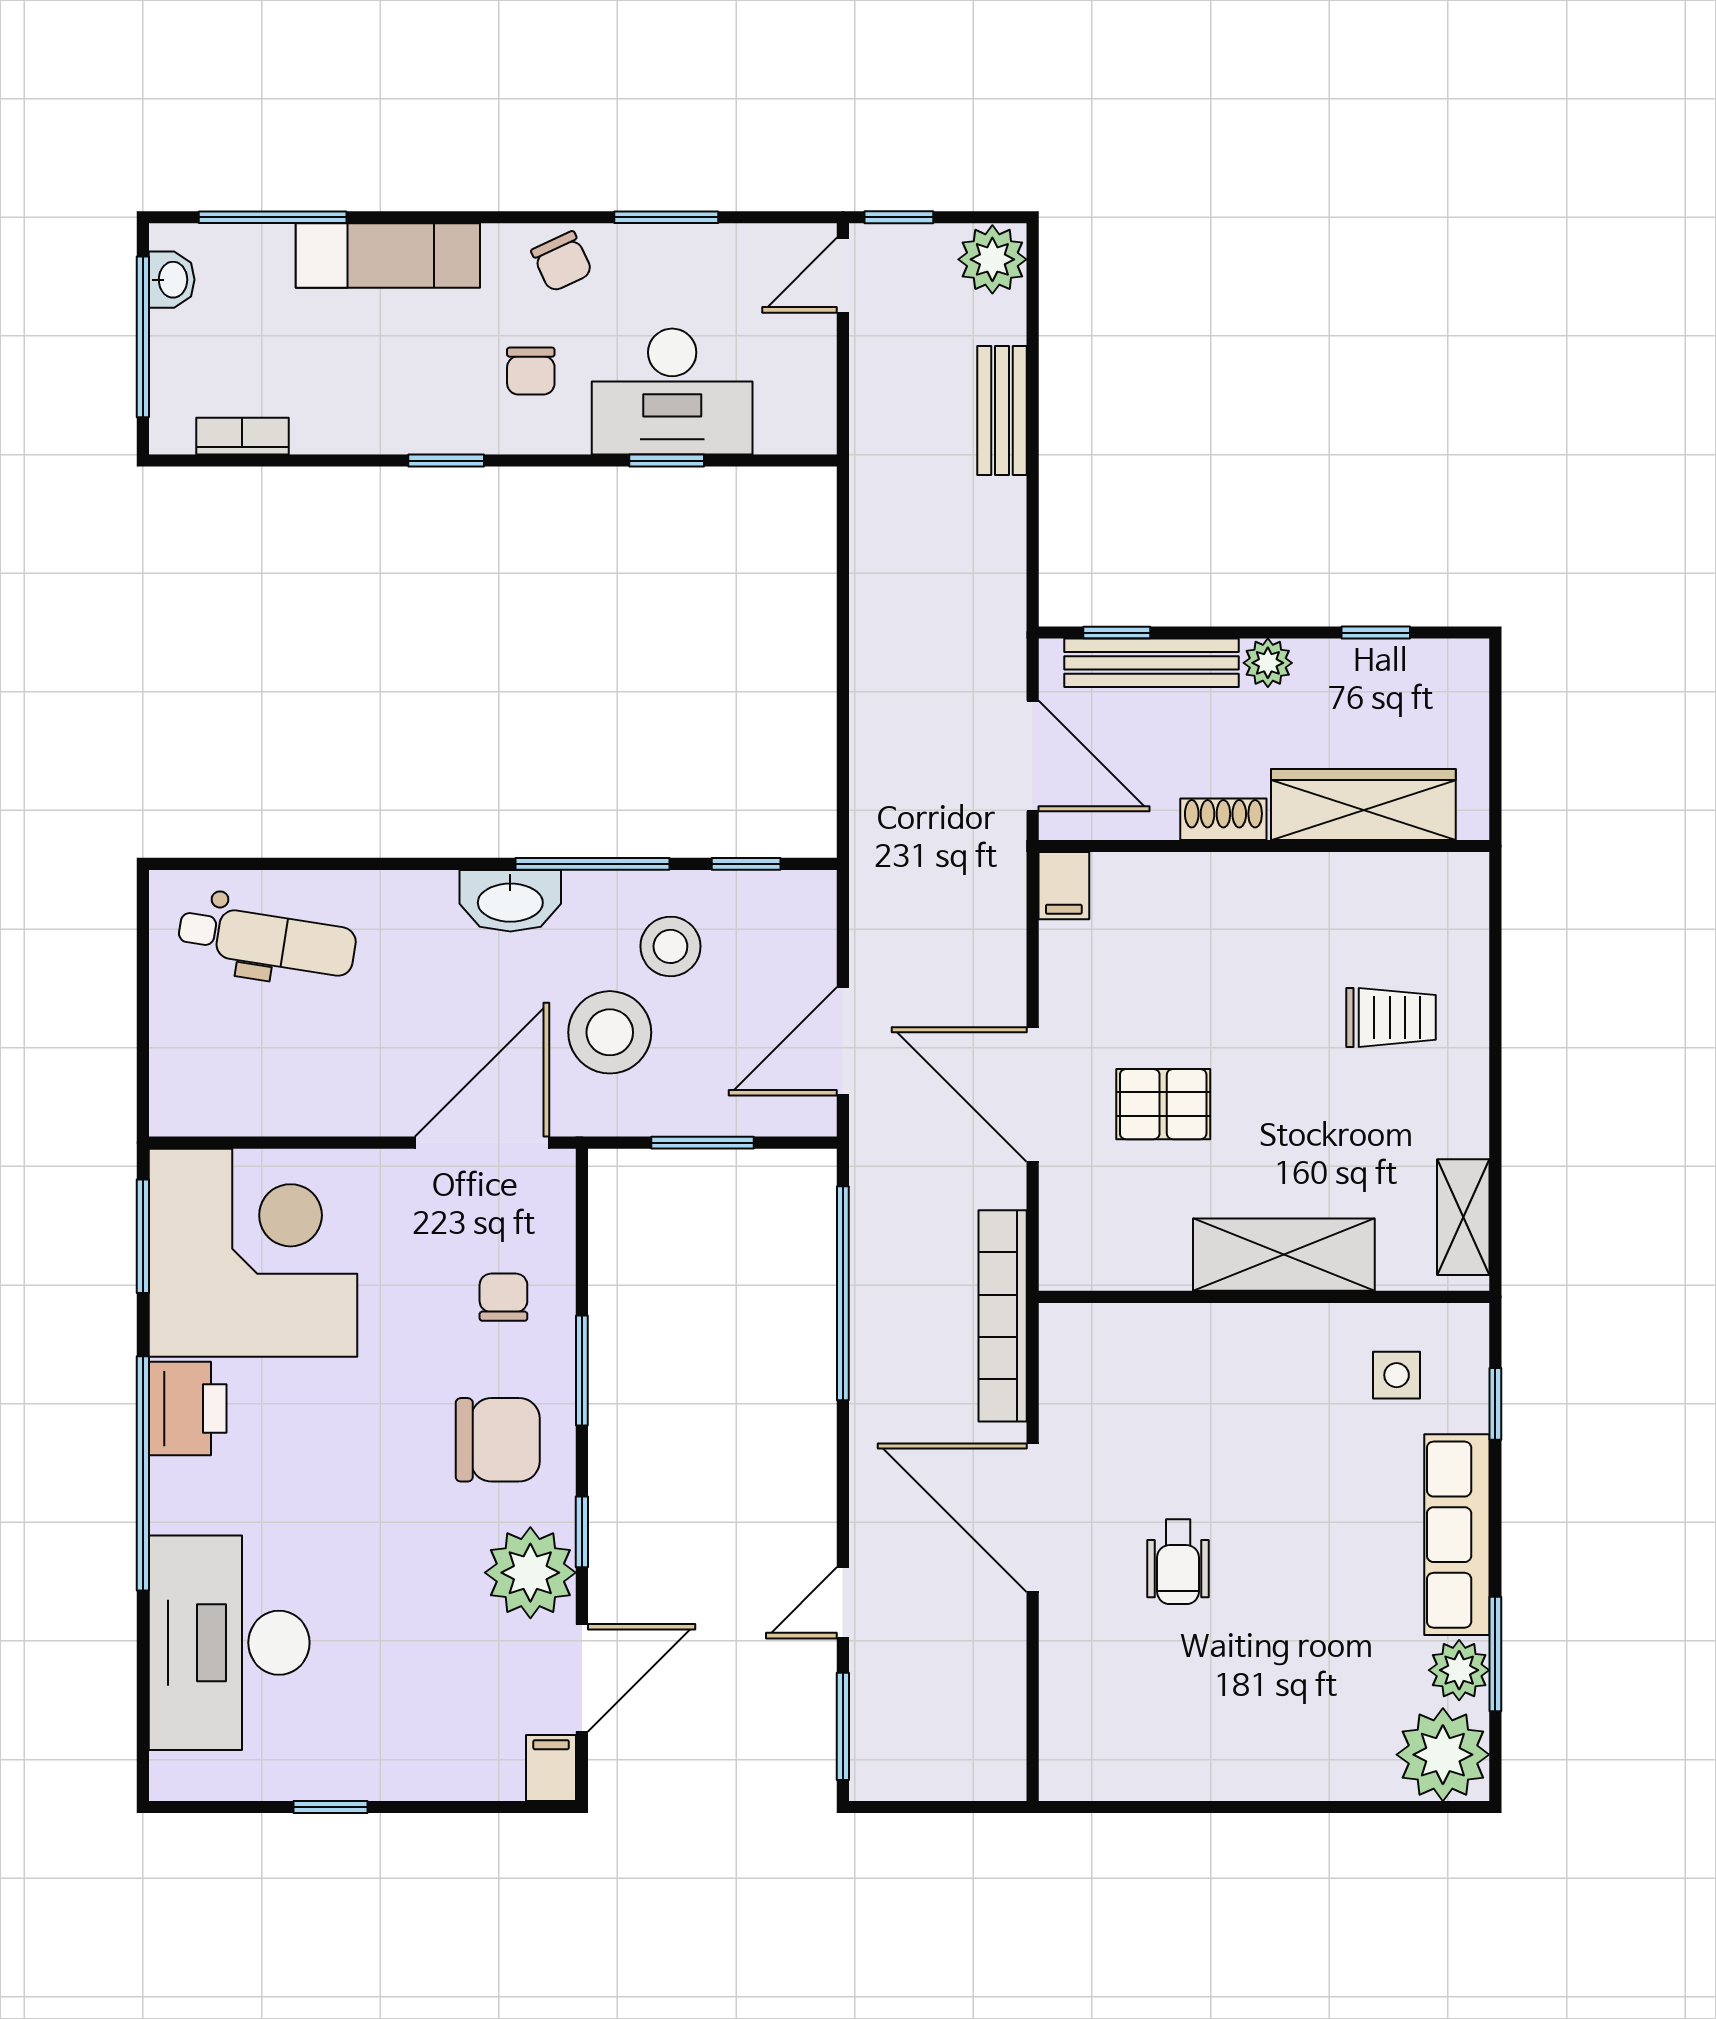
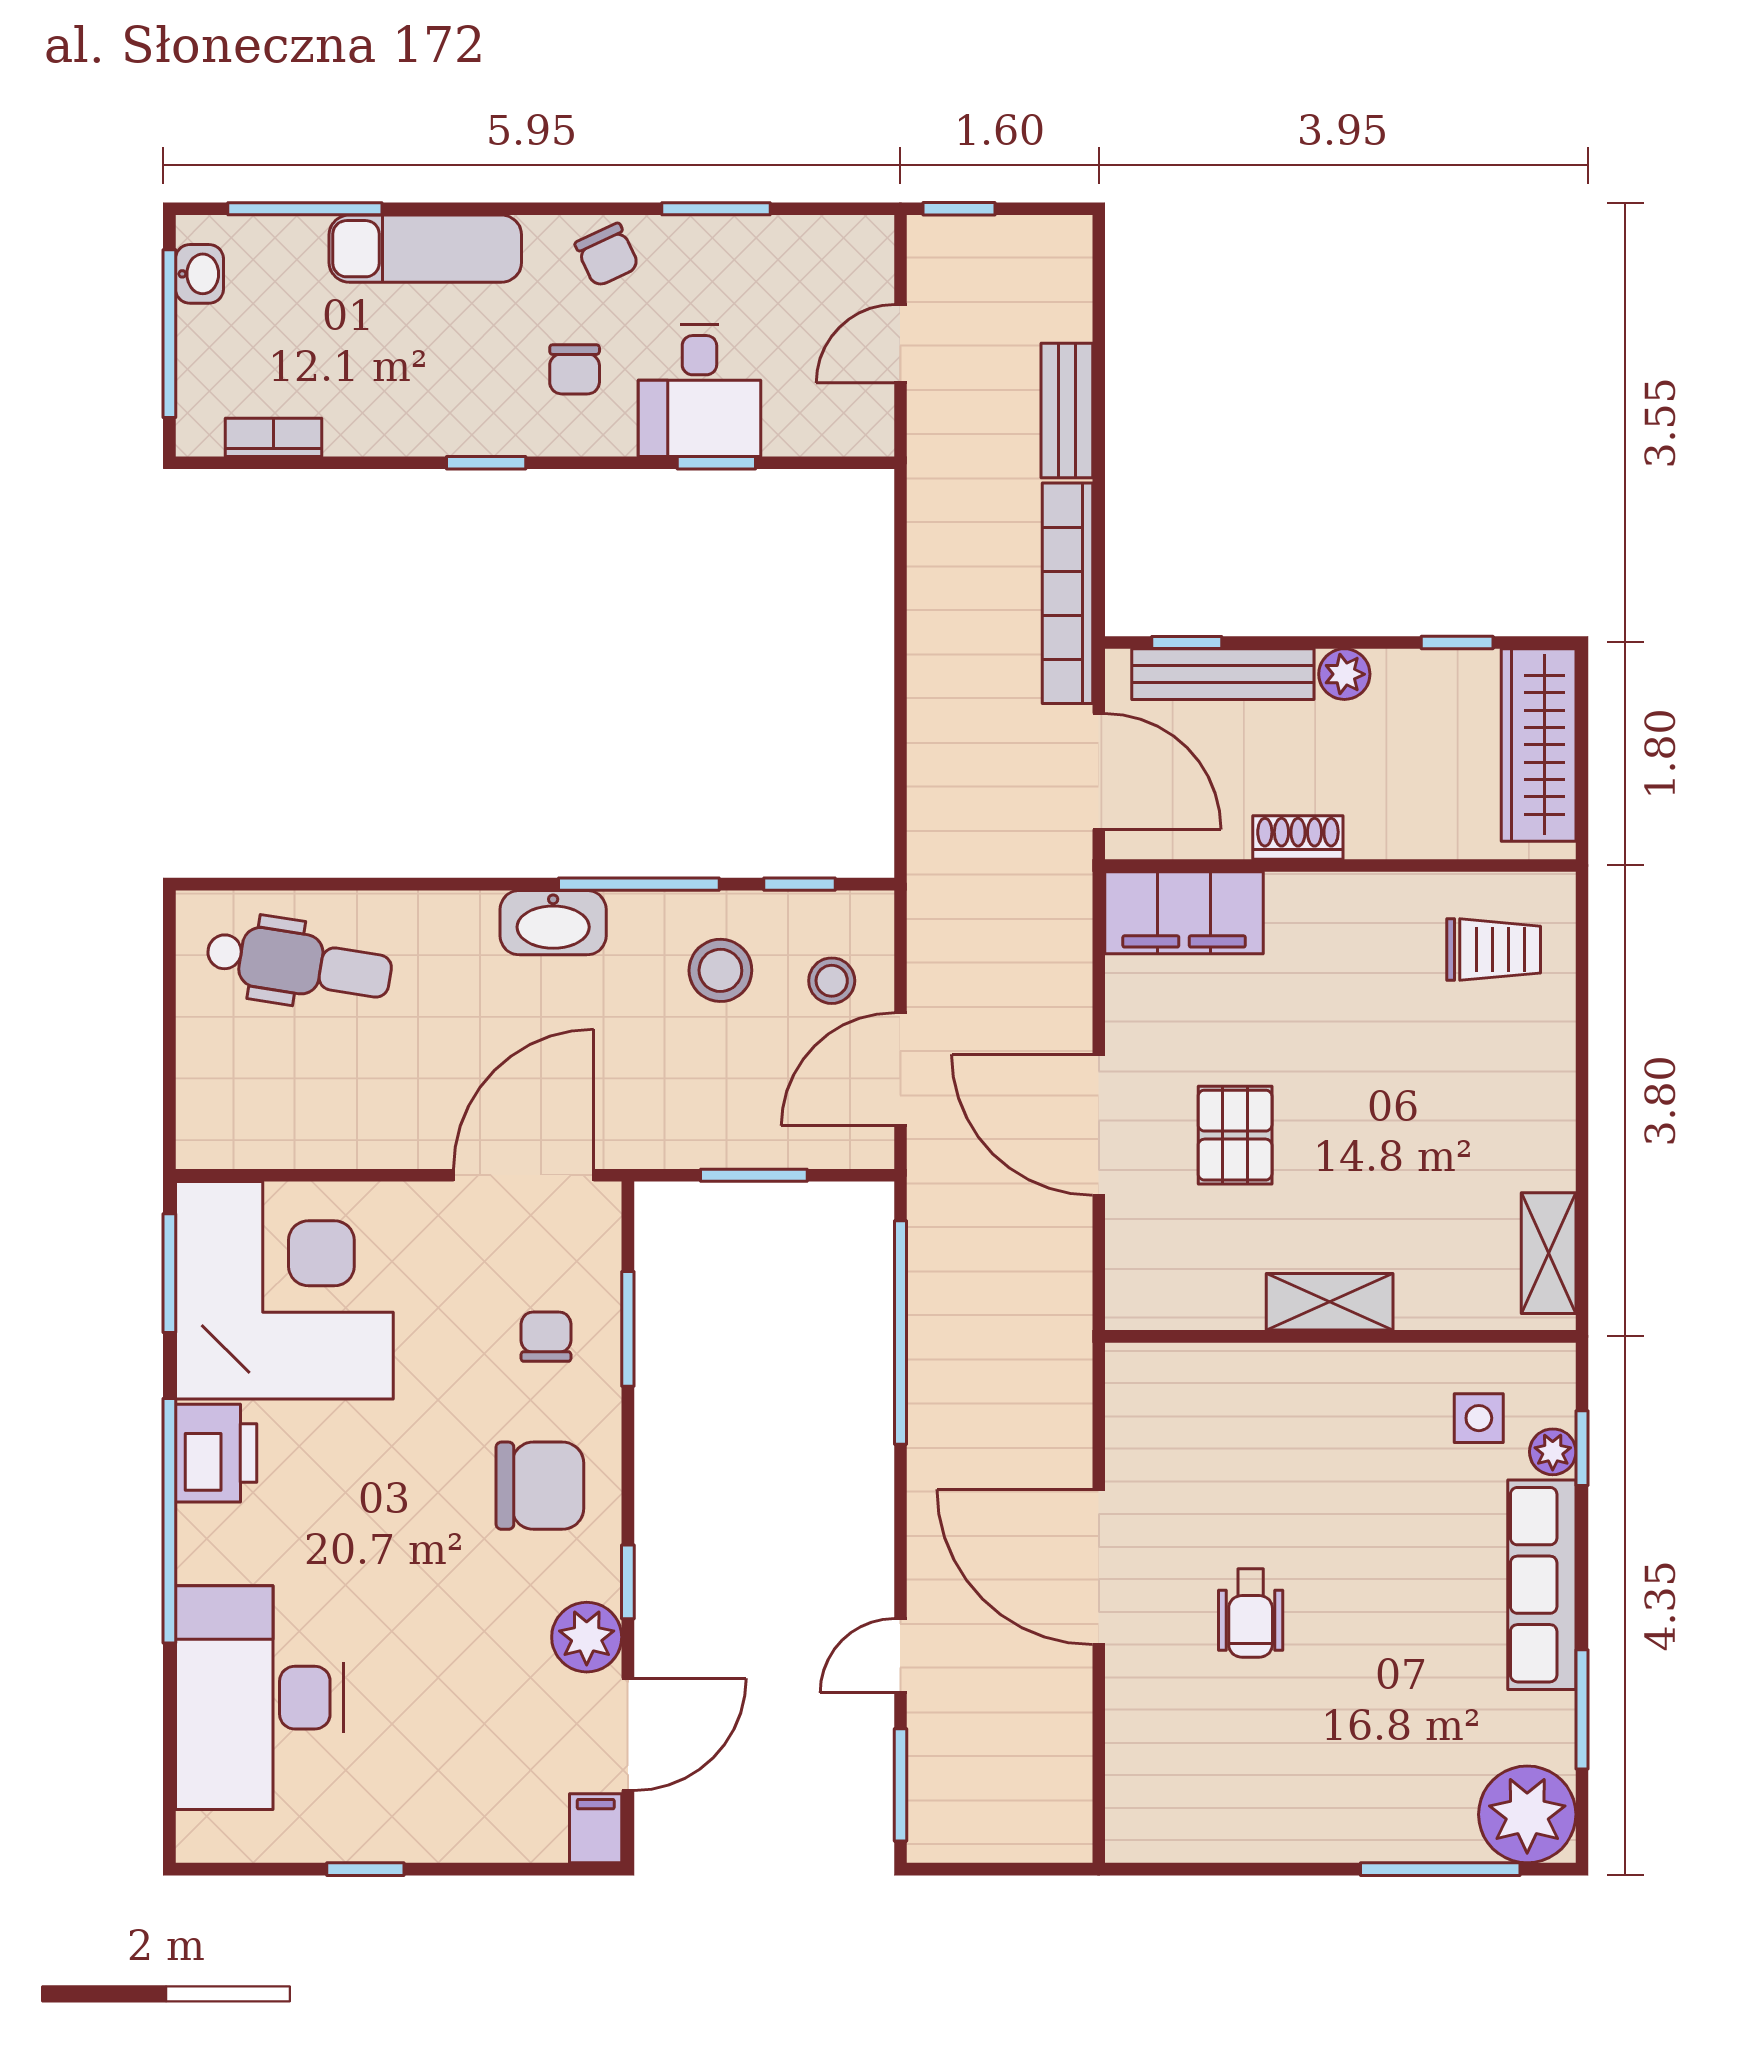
plant: (992, 259) -> (1057, 253), removed
door: (843, 275) -> (900, 344), moved
desk: (672, 392) -> (699, 391), width x0.73
wardrobe: (1363, 804) -> (1539, 745), moved, turned -90
filing cabinet: (1064, 886) -> (1184, 913), width x3.00, depth x1.17
trolley: (1391, 1017) -> (1494, 950), moved
stool: (610, 1032) -> (832, 981), moved, width x0.53, depth x0.53
pallet: (1163, 1104) -> (1235, 1135), turned 90
shelving: (1284, 1255) -> (1330, 1302), width x0.67, depth x0.75
bookcase: (1003, 1316) -> (1067, 593), moved
window: (582, 1371) -> (628, 1329), moved
plant: (530, 1573) -> (587, 1637), width x0.73, depth x0.73
plant: (1459, 1670) -> (1553, 1452), moved, width x0.73, depth x0.73
window: (1360, 1807) -> (1440, 1869), added

